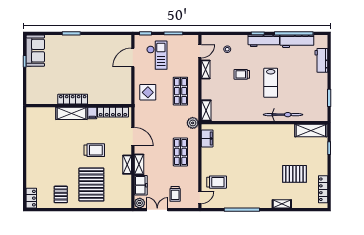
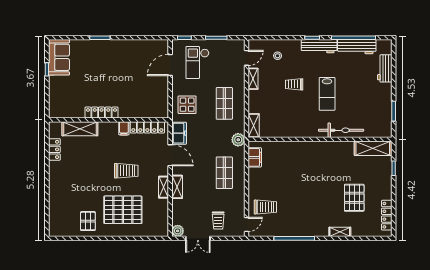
checkout: (157, 55) -> (197, 63), turned 180
shelving: (71, 113) -> (80, 129), moved
pallet: (295, 174) -> (354, 198), turned 90
pallet: (91, 185) -> (123, 210), turned 90
freezer: (141, 185) -> (179, 133), moved
locker: (31, 198) -> (54, 149), moved
double door: (157, 210) -> (198, 238), swing flipped

